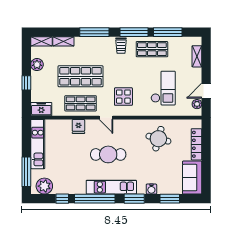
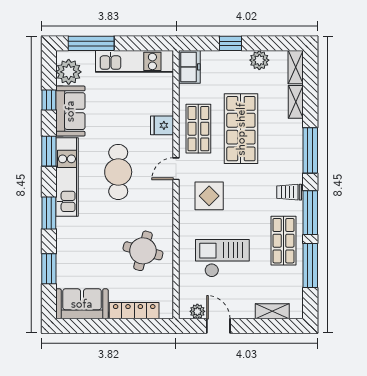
checkout: (163, 88) -> (222, 258), turned 180
sofa: (69, 185) -> (70, 111), added
water cooler: (151, 189) -> (64, 240), removed
window: (95, 199) -> (49, 151), width x0.47

